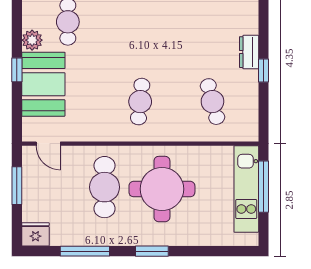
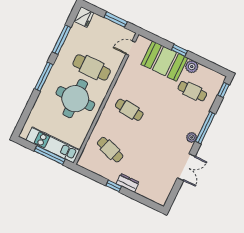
cafe table: (212, 102) -> (110, 150), turned 33
window: (152, 251) -> (44, 77), width x1.44

